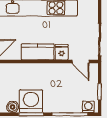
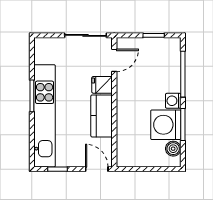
washing machine: (88, 107) -> (173, 101), moved

